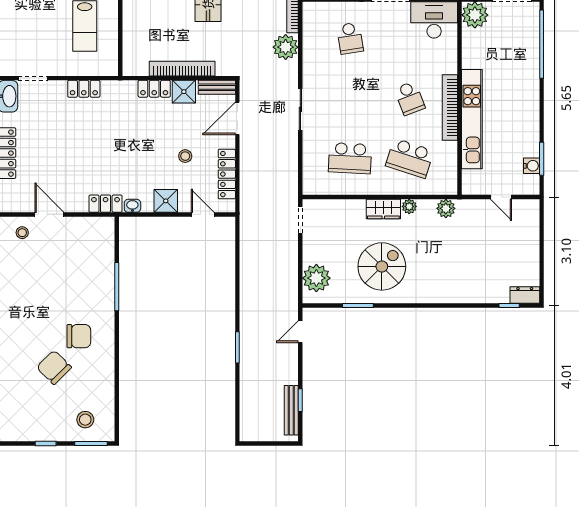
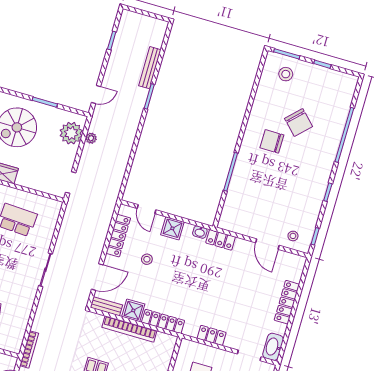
plant: (286, 47) -> (91, 138), moved, width x0.53, depth x0.53
locker: (154, 89) -> (163, 321), width x1.53
bench: (291, 410) -> (150, 68), moved

